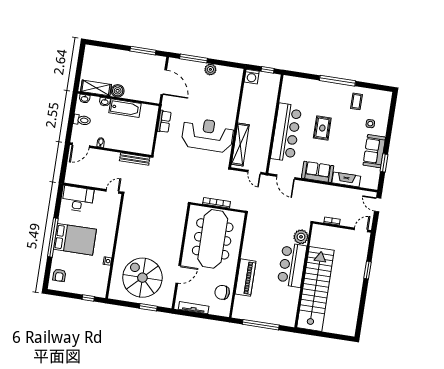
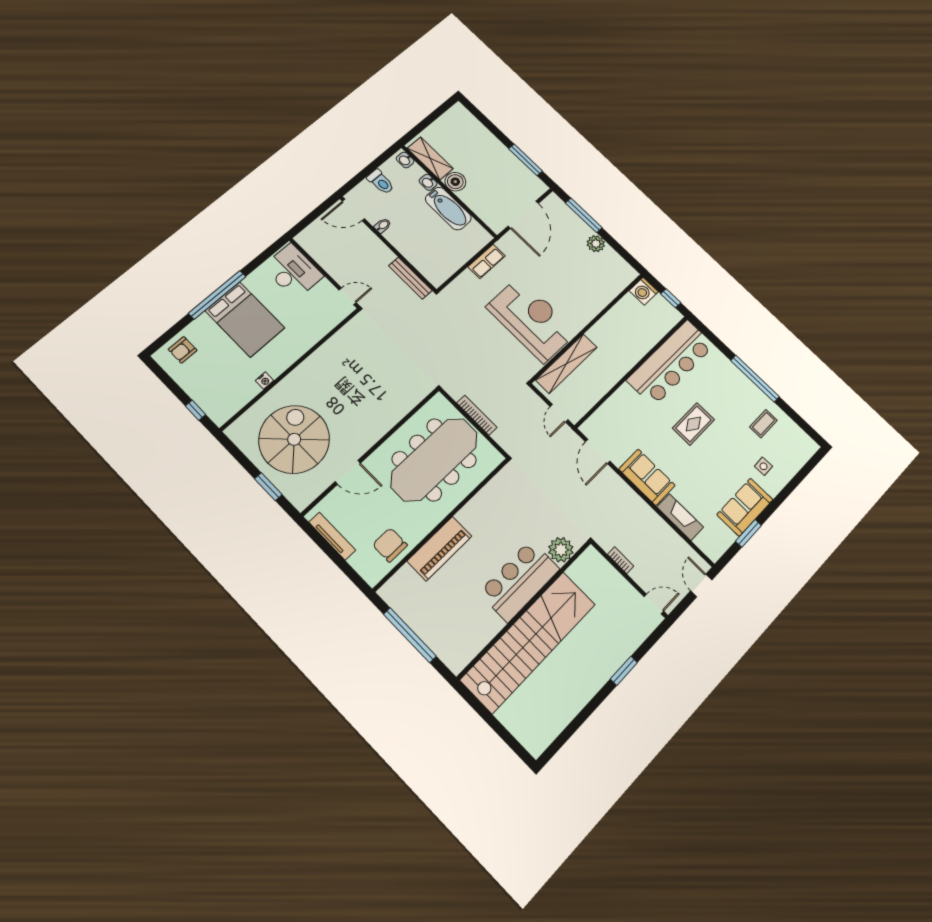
bar counter: (286, 132) -> (671, 363), moved

